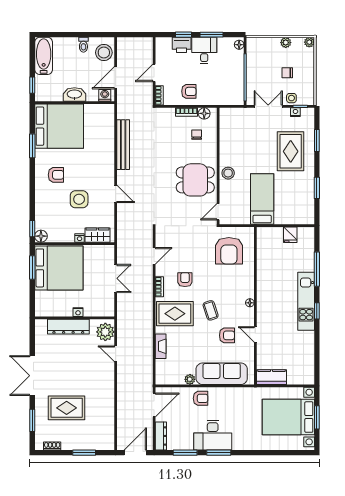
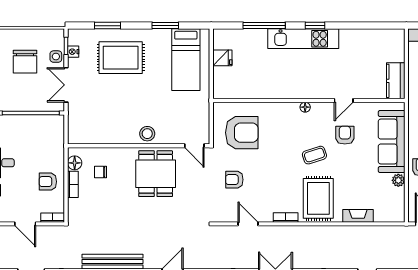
chair: (287, 73) -> (25, 62), width x1.87, depth x1.87
armchair: (189, 91) -> (48, 182), turned -90
bed: (262, 199) -> (186, 60), moved, turned -90
armchair: (185, 280) -> (234, 180), moved

